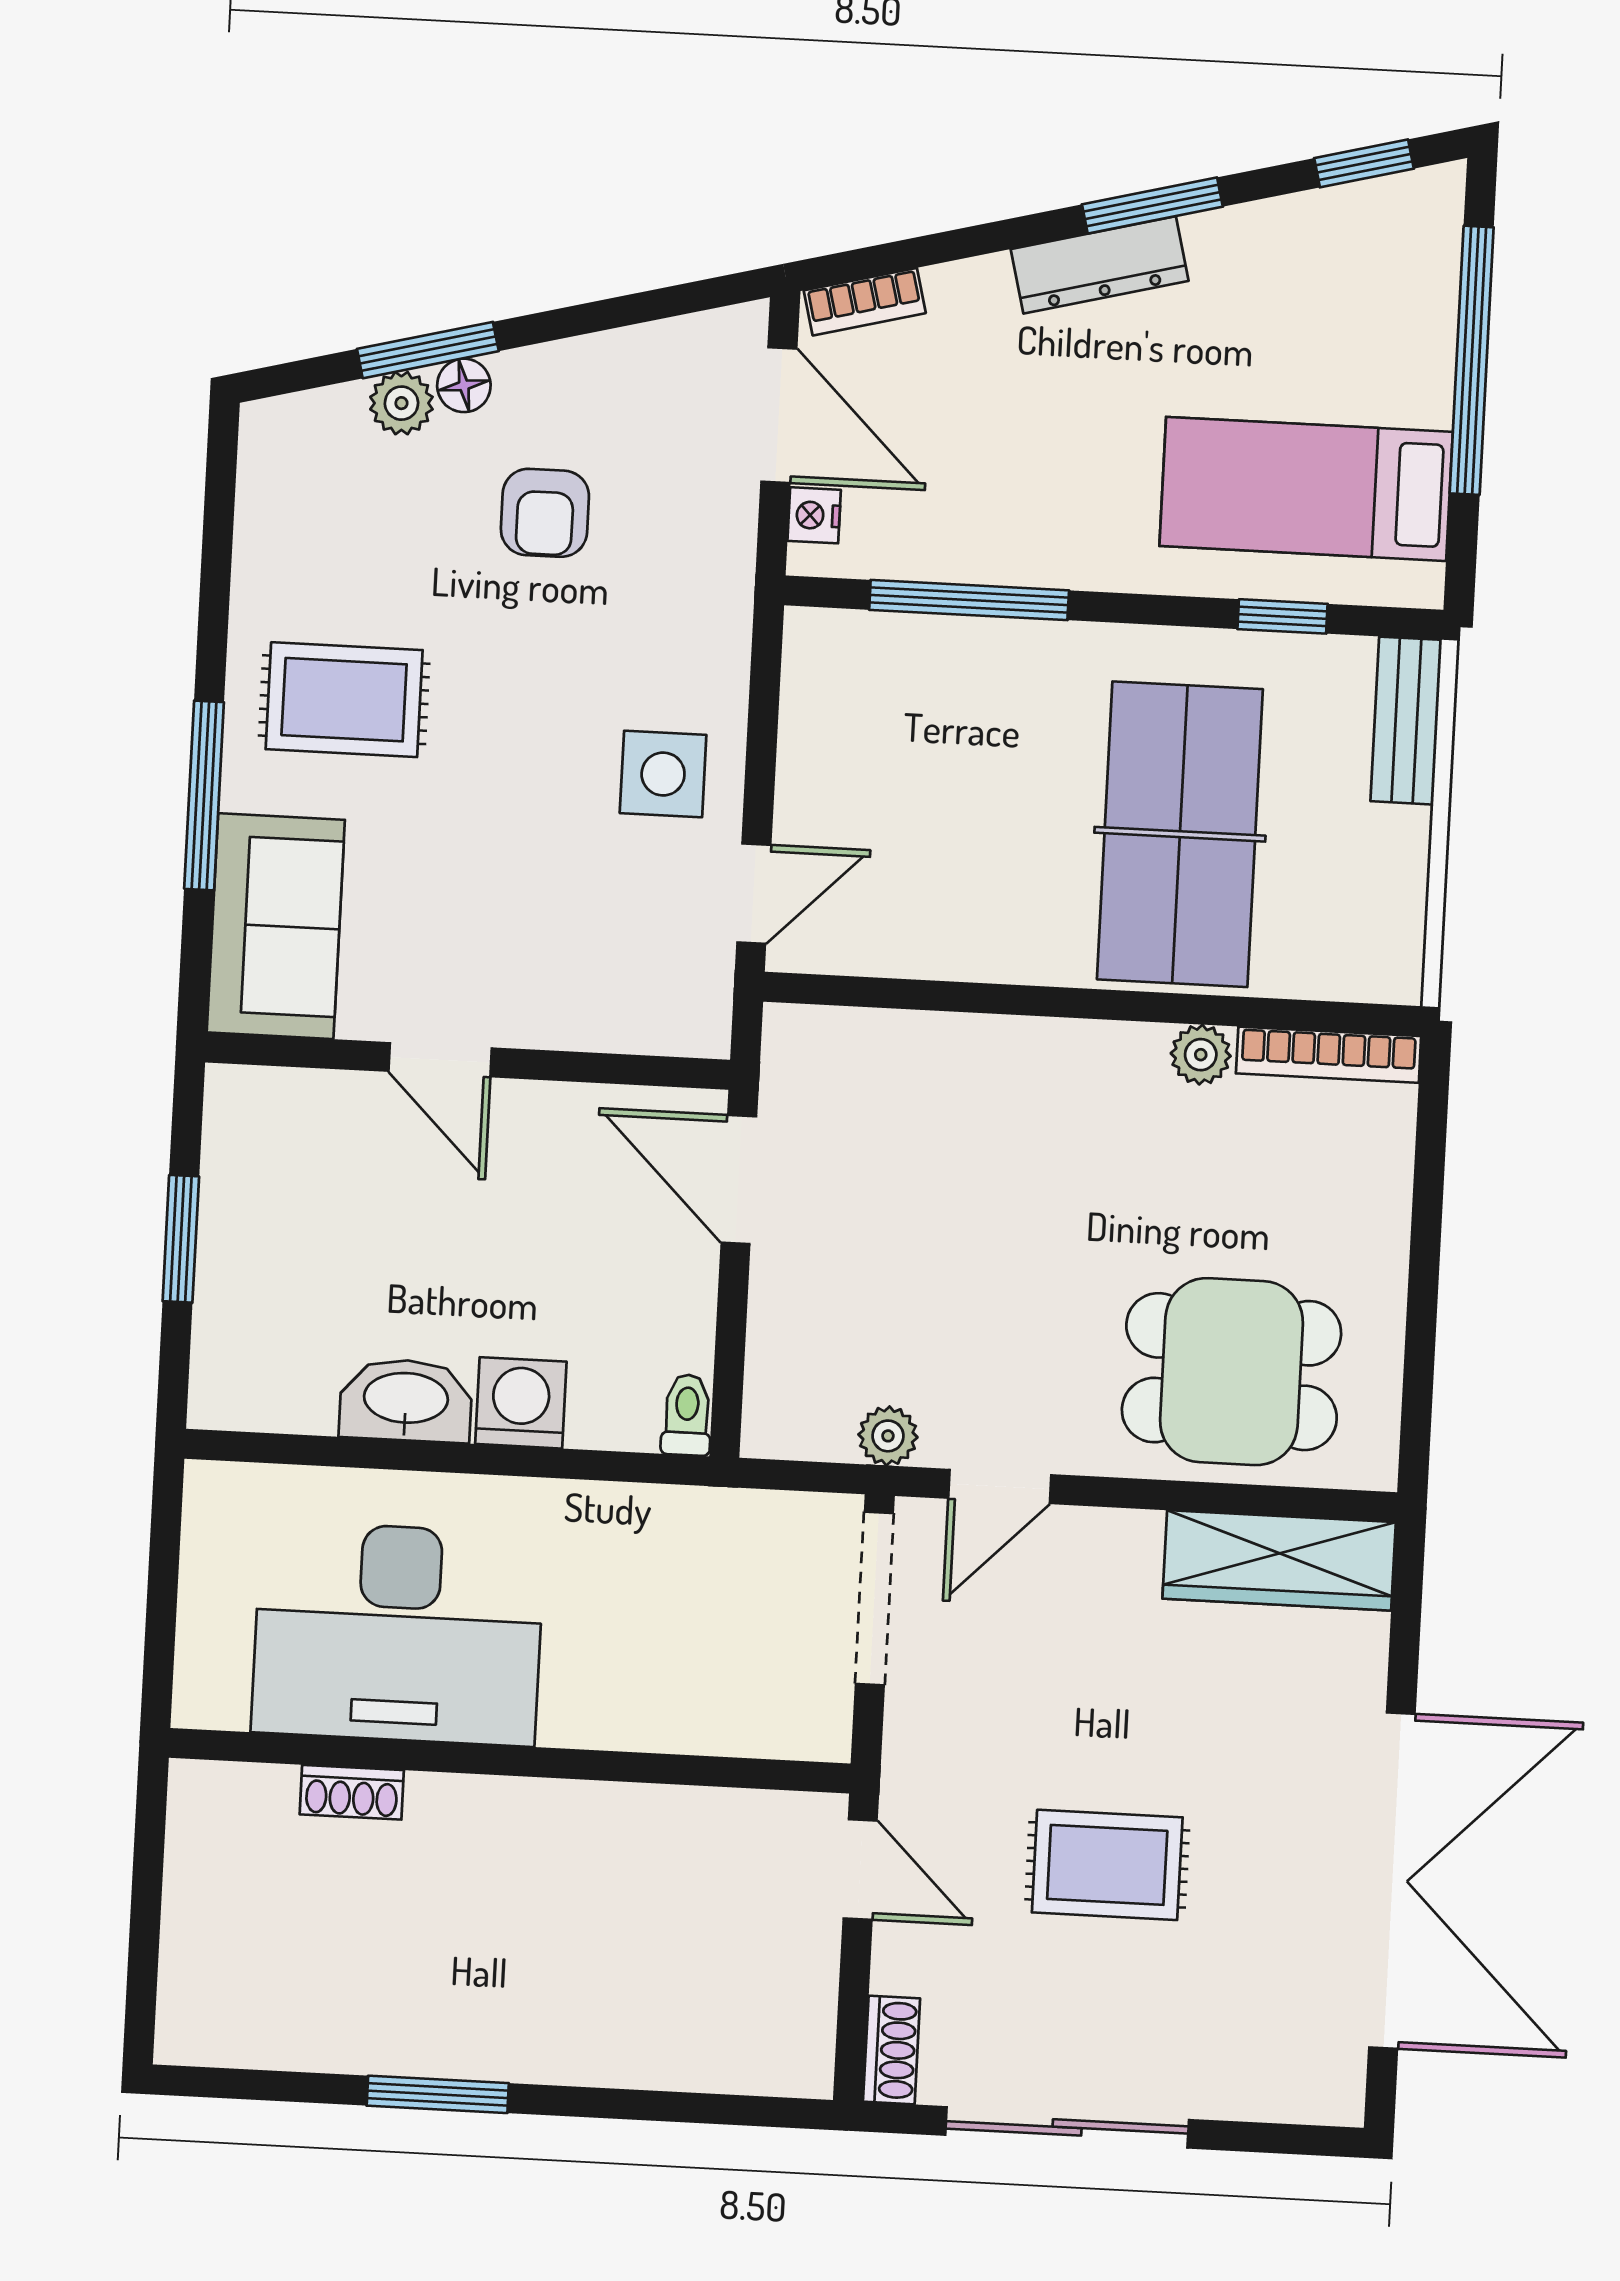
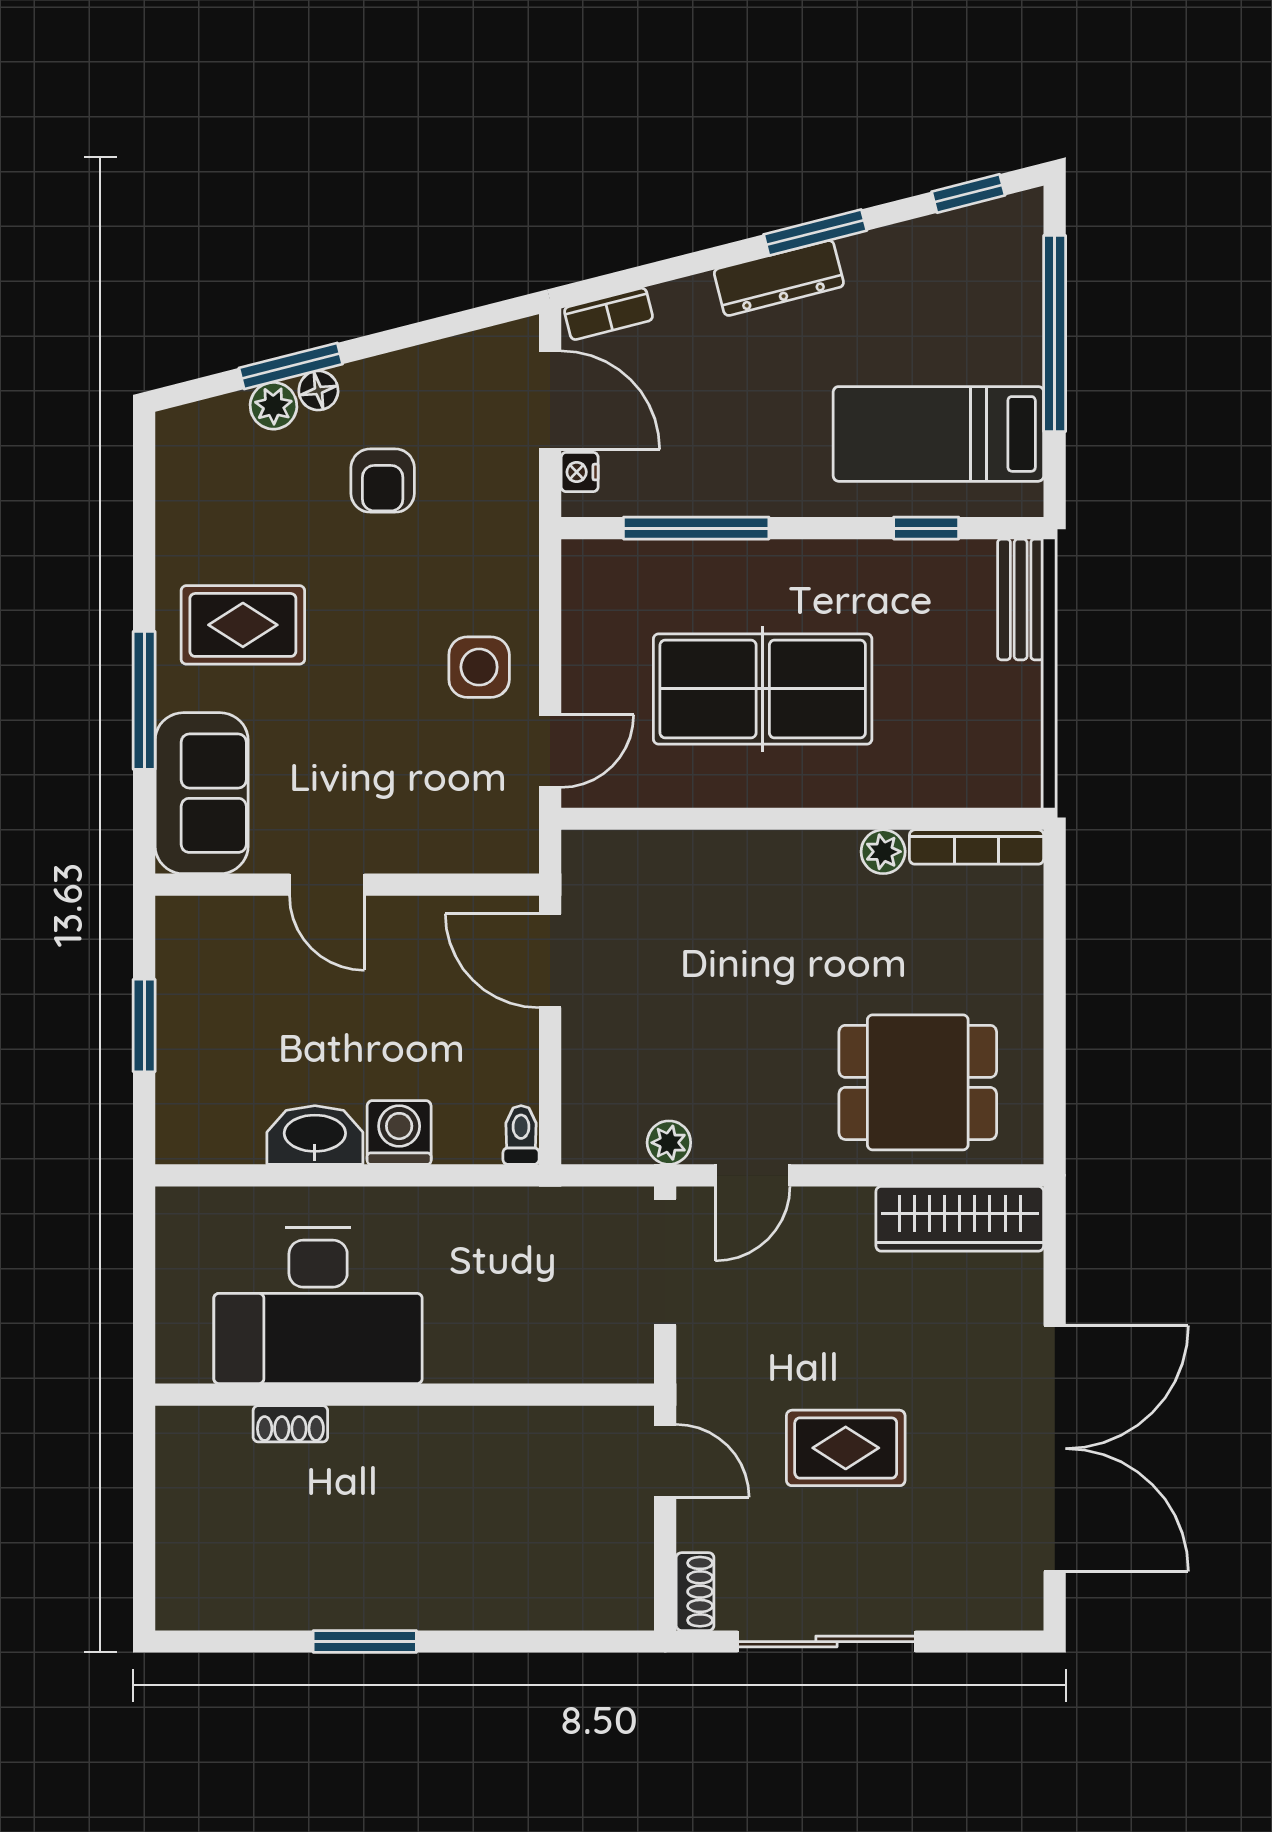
table tennis table: (1180, 834) -> (763, 689), moved, turned 90

